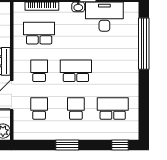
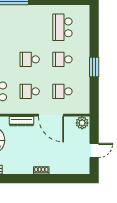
school desk: (76, 71) -> (30, 59), width x0.54
window: (120, 145) -> (94, 21), removed

